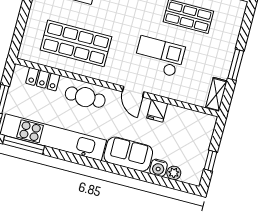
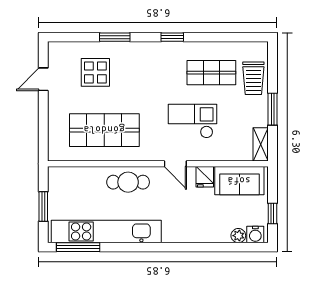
trolley: (226, 32) -> (253, 78), added
locker: (43, 79) -> (80, 175), removed
sofa: (128, 154) -> (239, 181), moved, turned 180
water cooler: (158, 168) -> (255, 234), moved

